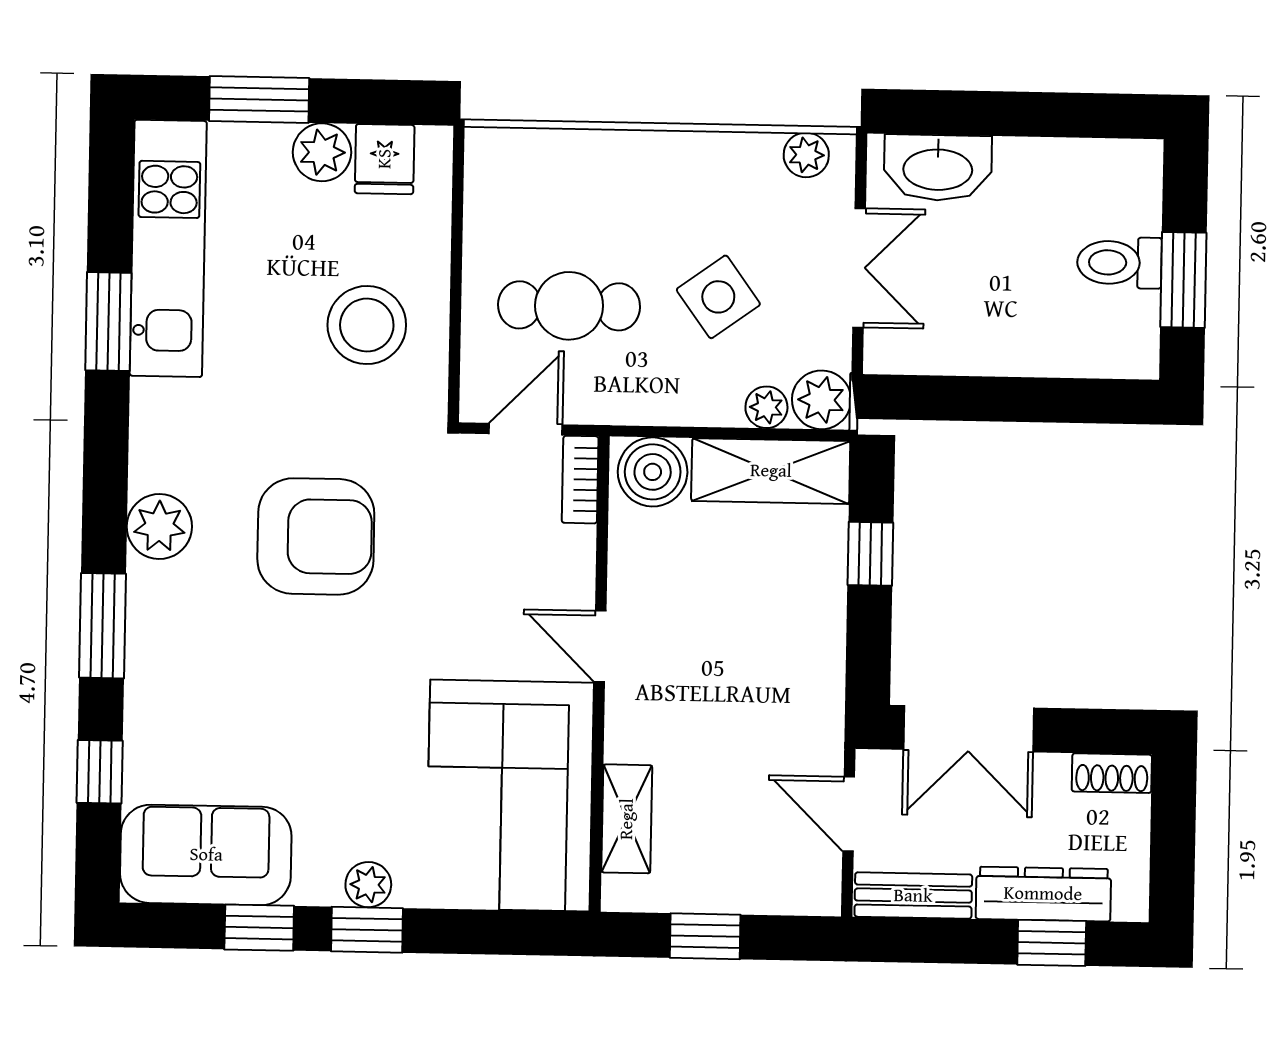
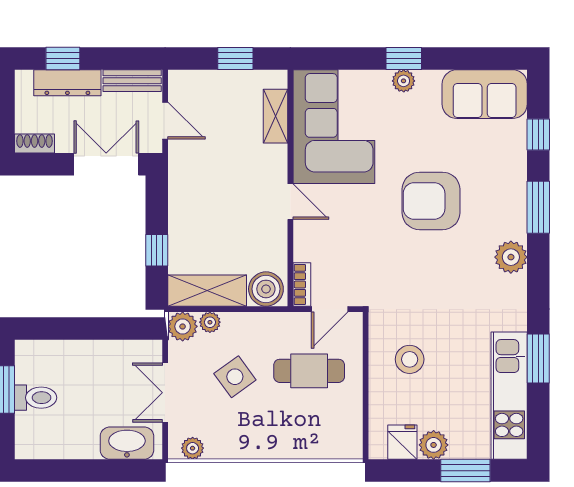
stool: (367, 325) -> (410, 359), width x0.73, depth x0.73
armchair: (316, 536) -> (431, 201), moved
window: (259, 928) -> (457, 58), removed

